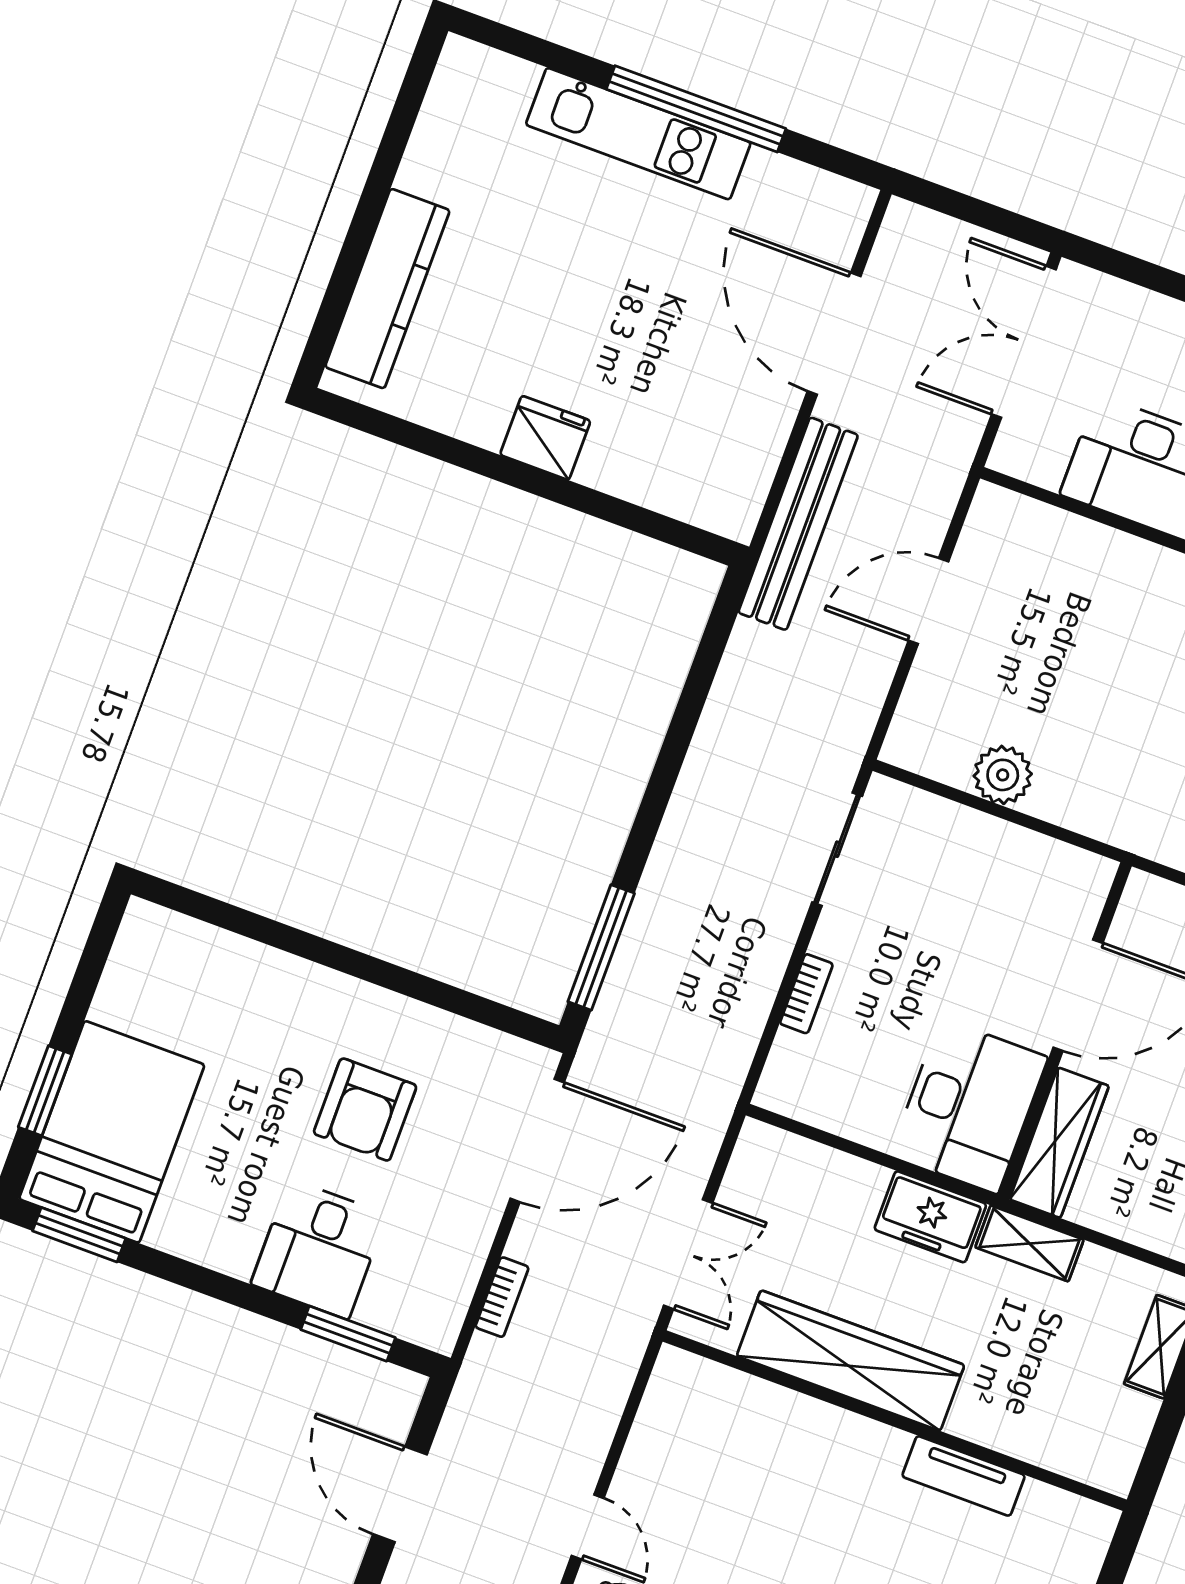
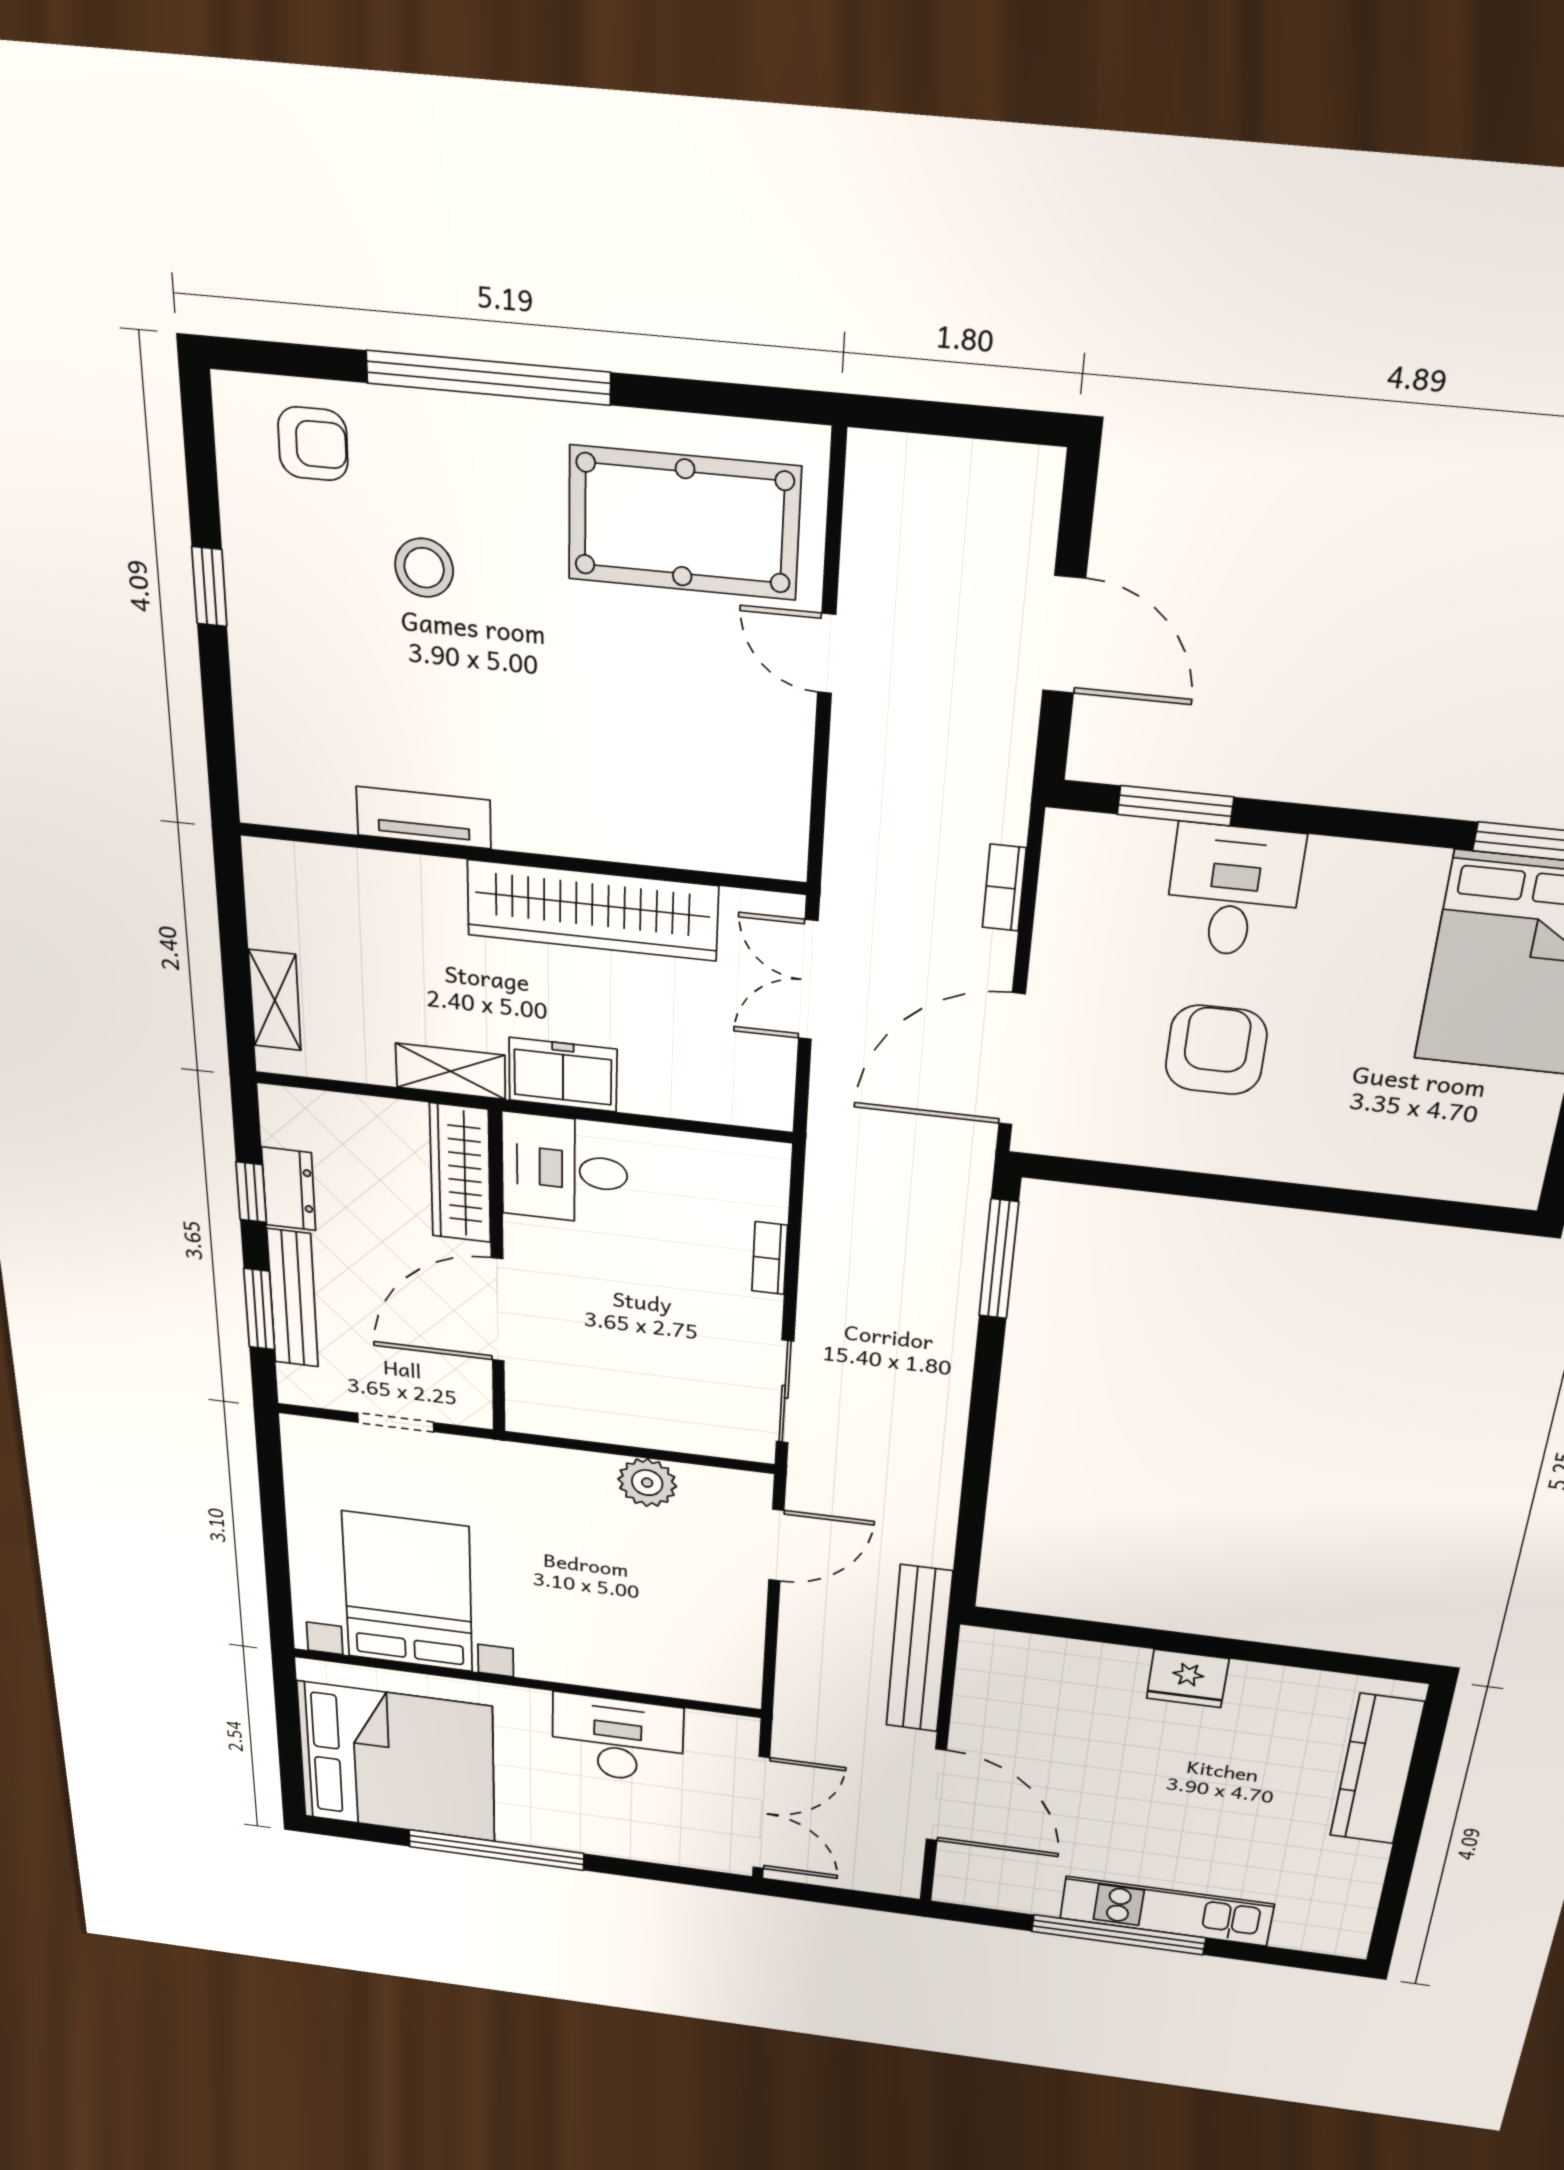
door: (928, 601) -> (776, 1545), moved
desk: (969, 1106) -> (565, 1169), width x0.73

